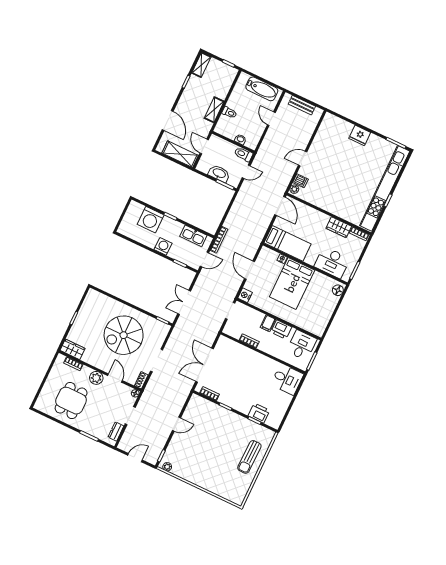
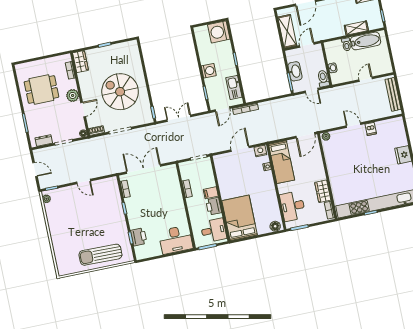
bathtub: (262, 89) -> (366, 41), moved, turned -90
bench: (302, 105) -> (393, 94), width x1.36
shelving: (214, 110) -> (356, 28), moved
dishwasher: (301, 181) -> (371, 129), moved
washing machine: (151, 220) -> (219, 32), moved
door: (204, 259) -> (222, 109), hinge flipped
bed: (292, 283) -> (240, 218), moved, turned 90
nightstand: (245, 295) -> (260, 151), moved
desk: (287, 379) -> (176, 240), width x1.37
sun lounger: (249, 457) -> (100, 255), width x1.36, depth x1.34

